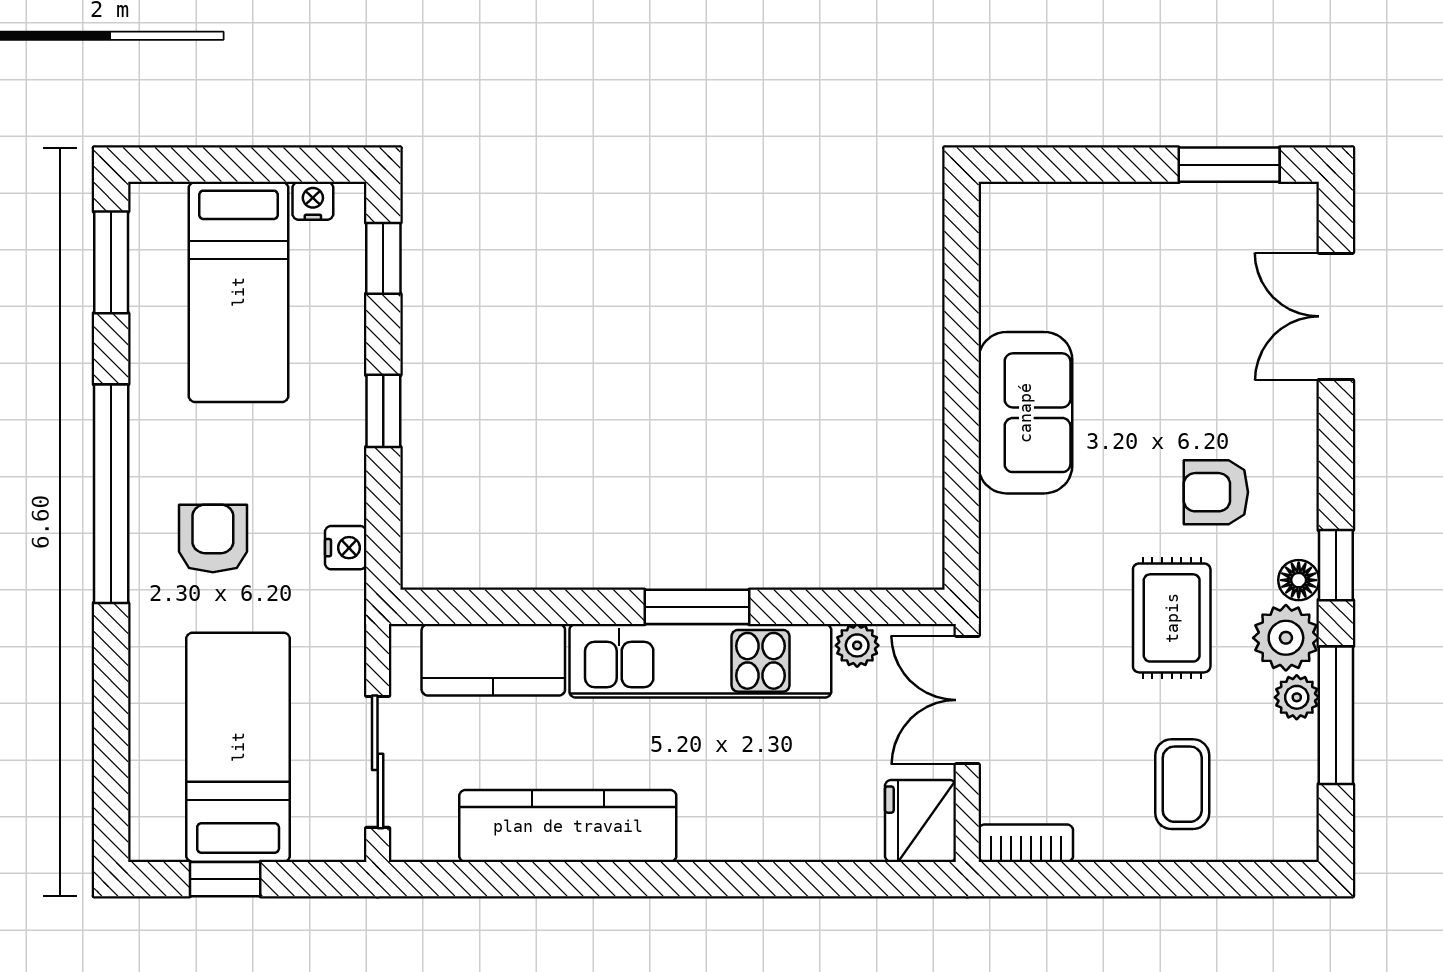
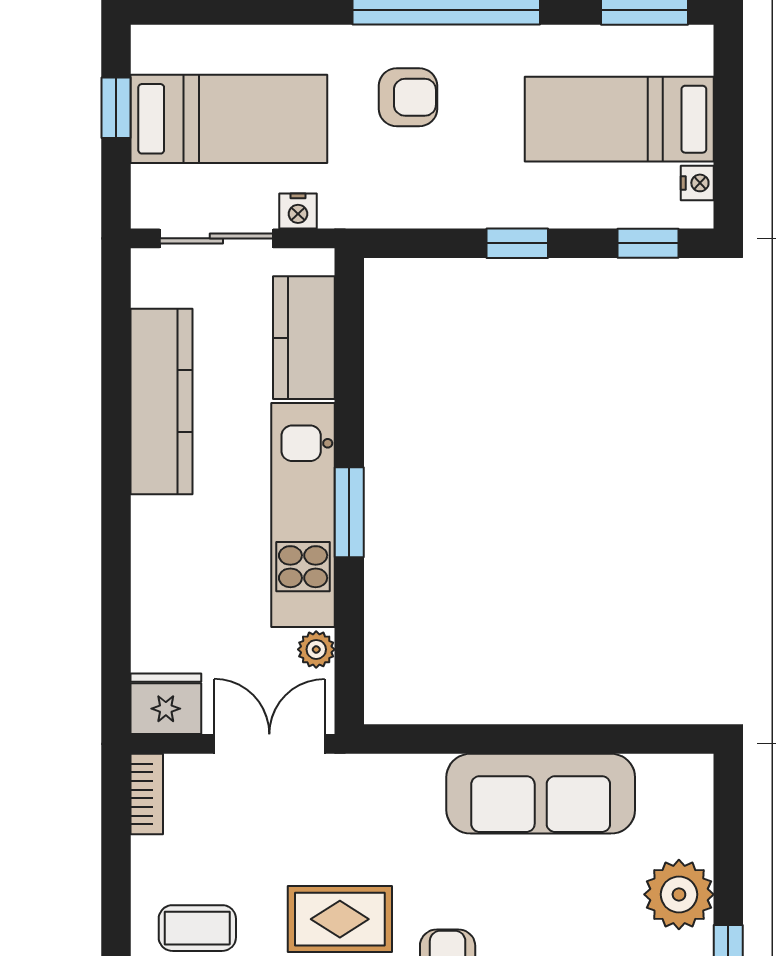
plant: (1143, 222) -> (679, 894), added
sofa: (1025, 413) -> (541, 794), width x1.36
nightstand: (346, 548) -> (298, 211), moved

